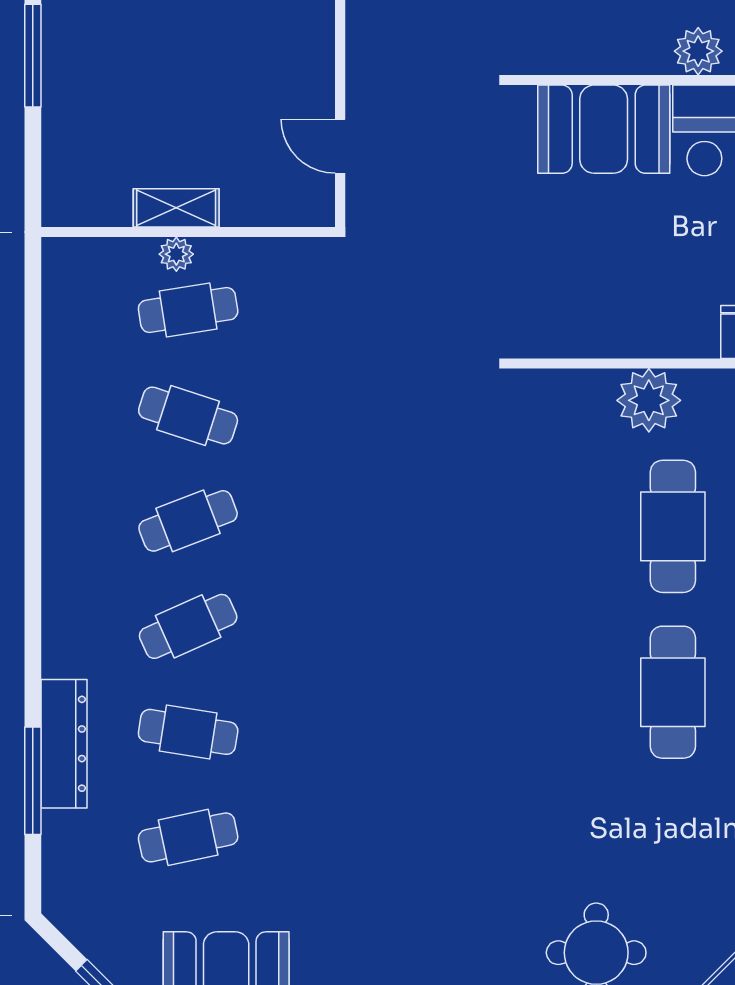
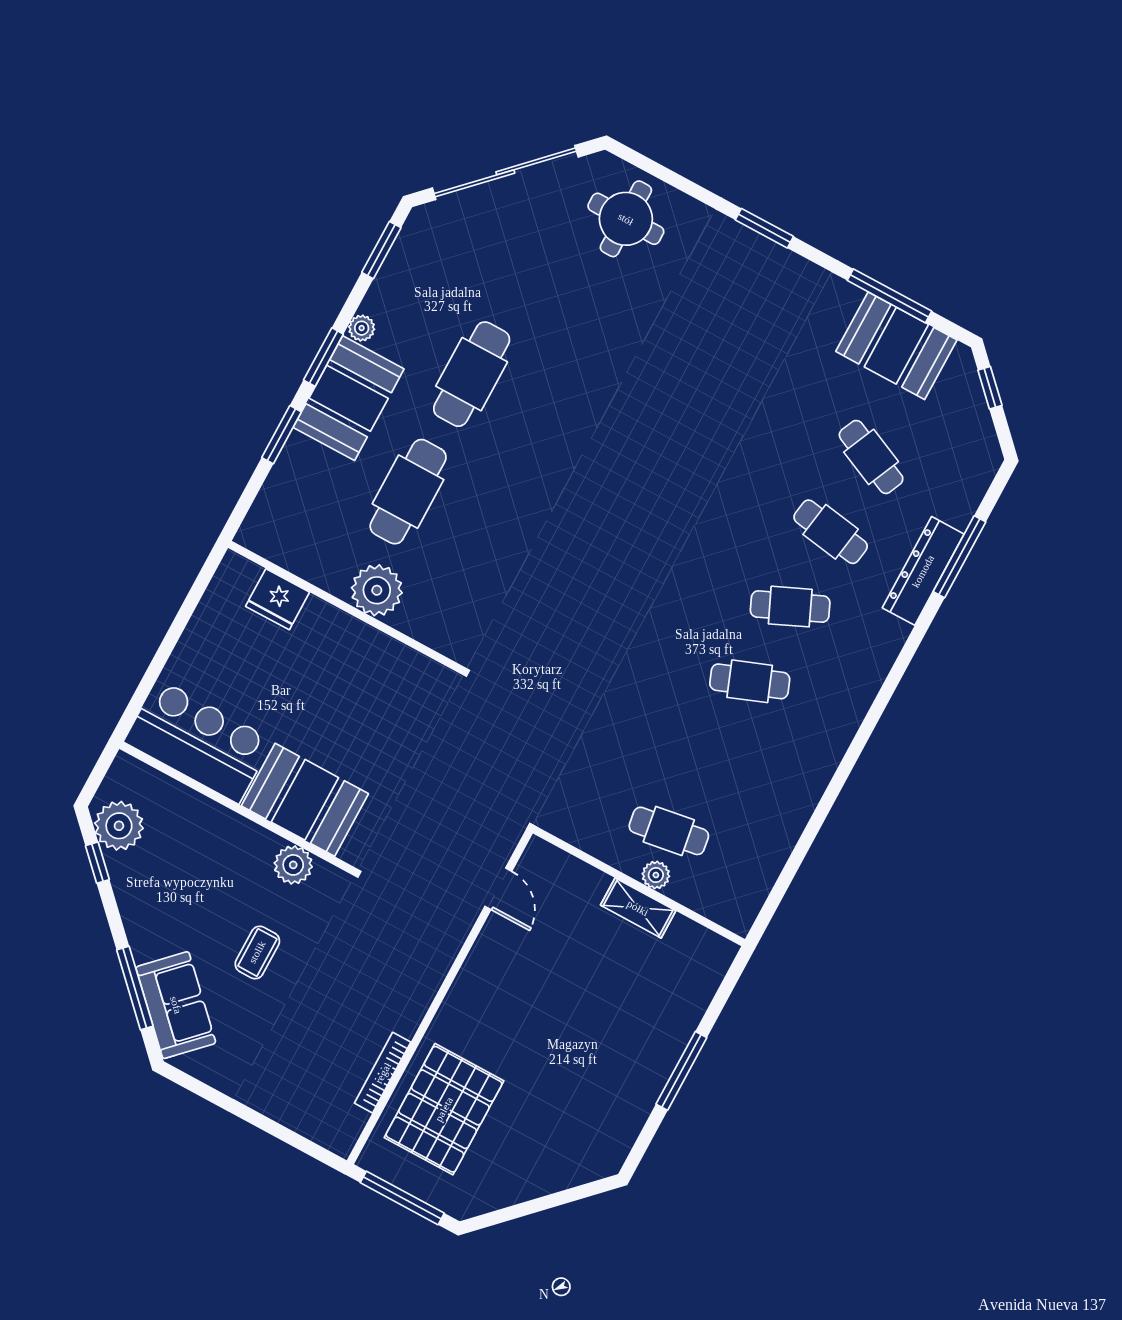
plant: (698, 51) -> (293, 865), moved
cafe table: (188, 415) -> (709, 756), removed
cafe table: (188, 837) -> (871, 457), turned 36

